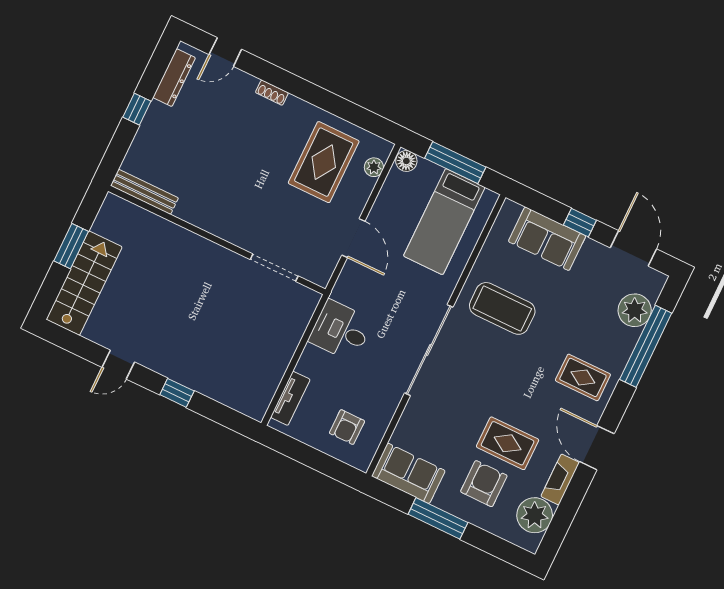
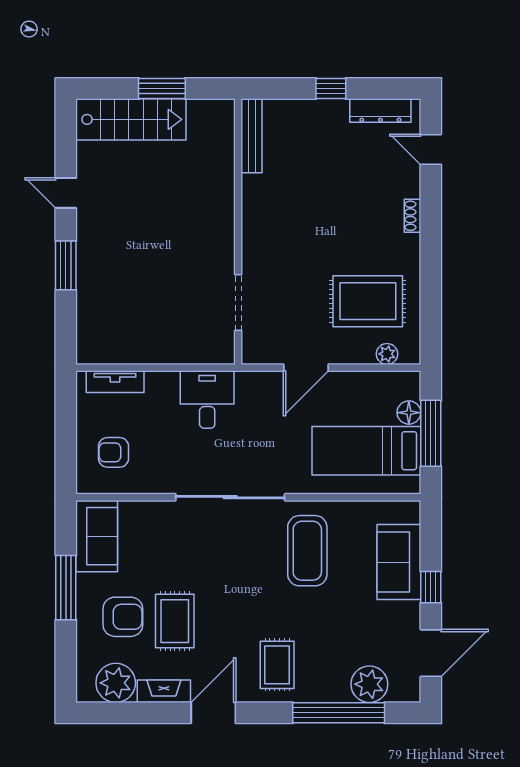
floor lamp: (406, 161) -> (409, 413), moved
window: (177, 393) -> (66, 265), width x1.50

